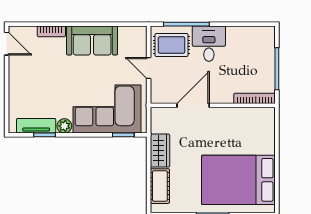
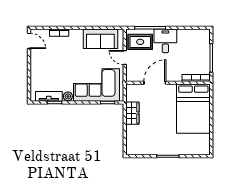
sofa: (92, 40) -> (100, 39), moved
bed: (238, 180) -> (193, 109), moved, turned -90
cot: (160, 186) -> (132, 137), removed

